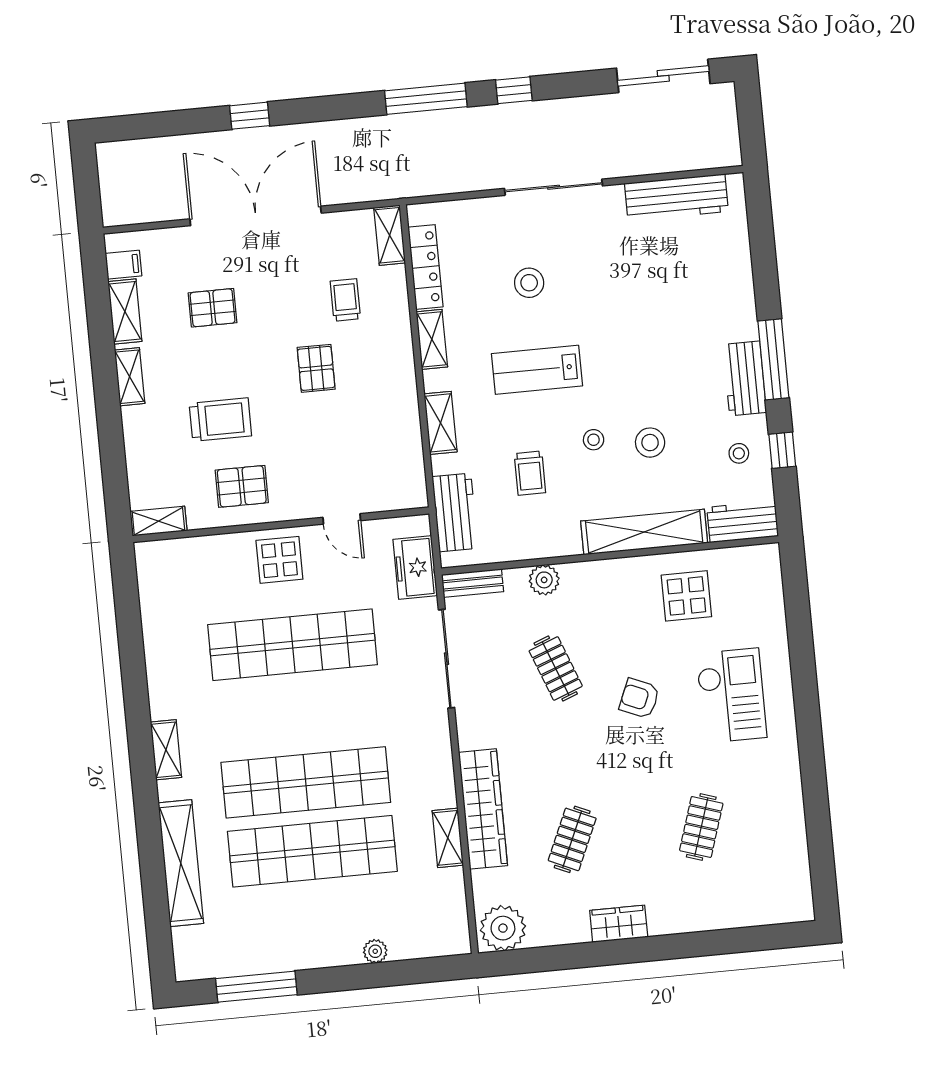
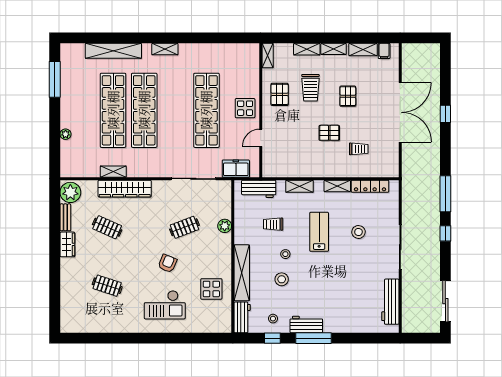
shelving: (390, 235) -> (307, 49), moved
pallet: (213, 308) -> (348, 96), moved
bench: (472, 583) -> (65, 217), moved

